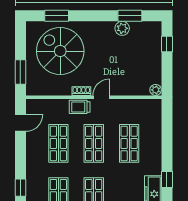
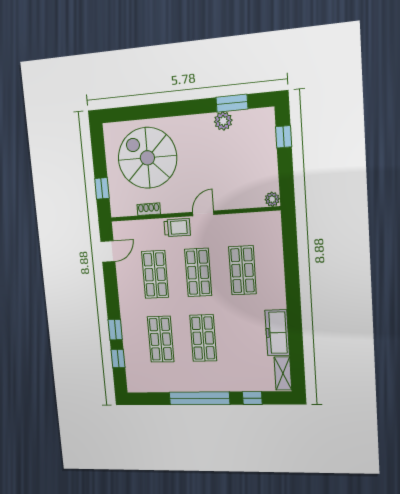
window: (57, 16) -> (139, 113), removed
window: (20, 72) -> (102, 188), width x0.67
shoe rack: (81, 91) -> (149, 209), moved
trolley: (80, 107) -> (177, 228), turned 180
window: (167, 179) -> (294, 314), removed

